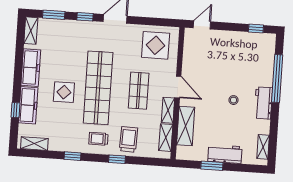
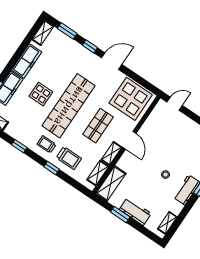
display table: (156, 45) -> (131, 99), width x1.36, depth x1.36
shelving: (186, 126) -> (111, 184), moved
trolley: (129, 139) -> (69, 158), turned 88

